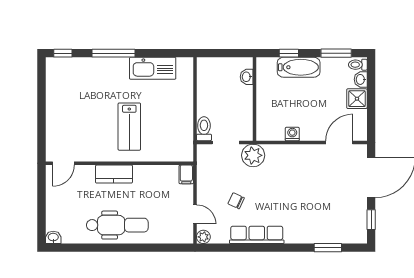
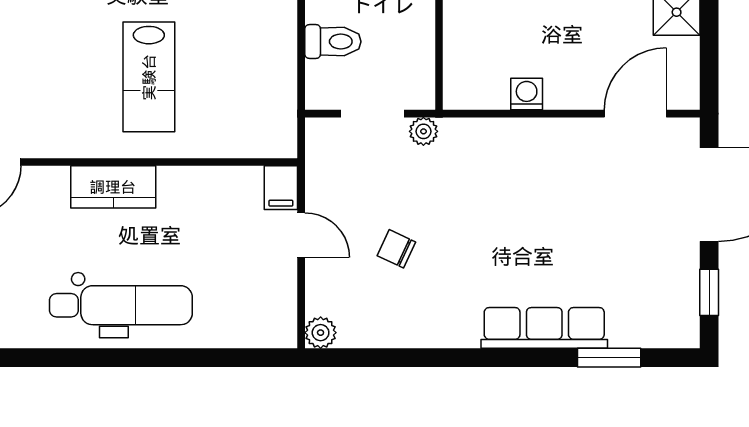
toilet: (204, 129) -> (333, 42), moved, turned 90
plant: (253, 155) -> (423, 131), width x0.53, depth x0.53
door: (195, 214) -> (301, 235), moved
row of seats: (257, 235) -> (544, 328), moved

